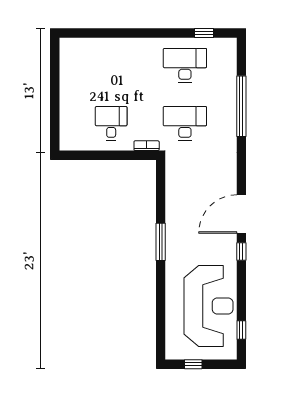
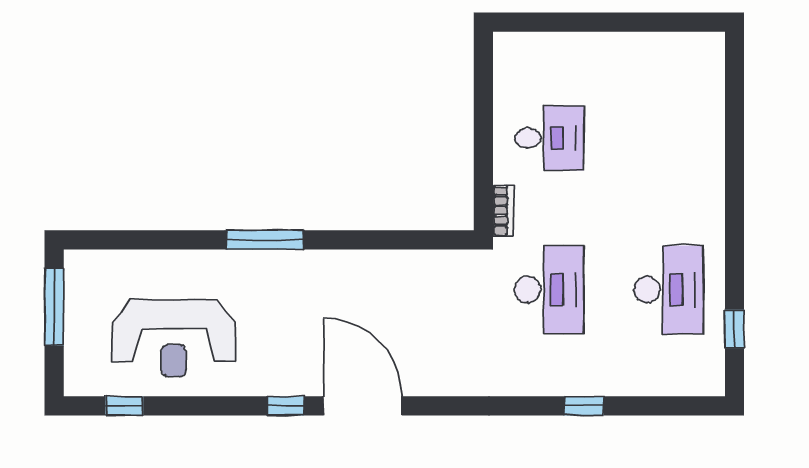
window: (241, 106) -> (584, 406), width x0.32
window: (161, 242) -> (265, 240), moved
reception desk: (208, 306) -> (174, 338), width x0.74, depth x0.77
window: (193, 364) -> (54, 307), width x2.17

